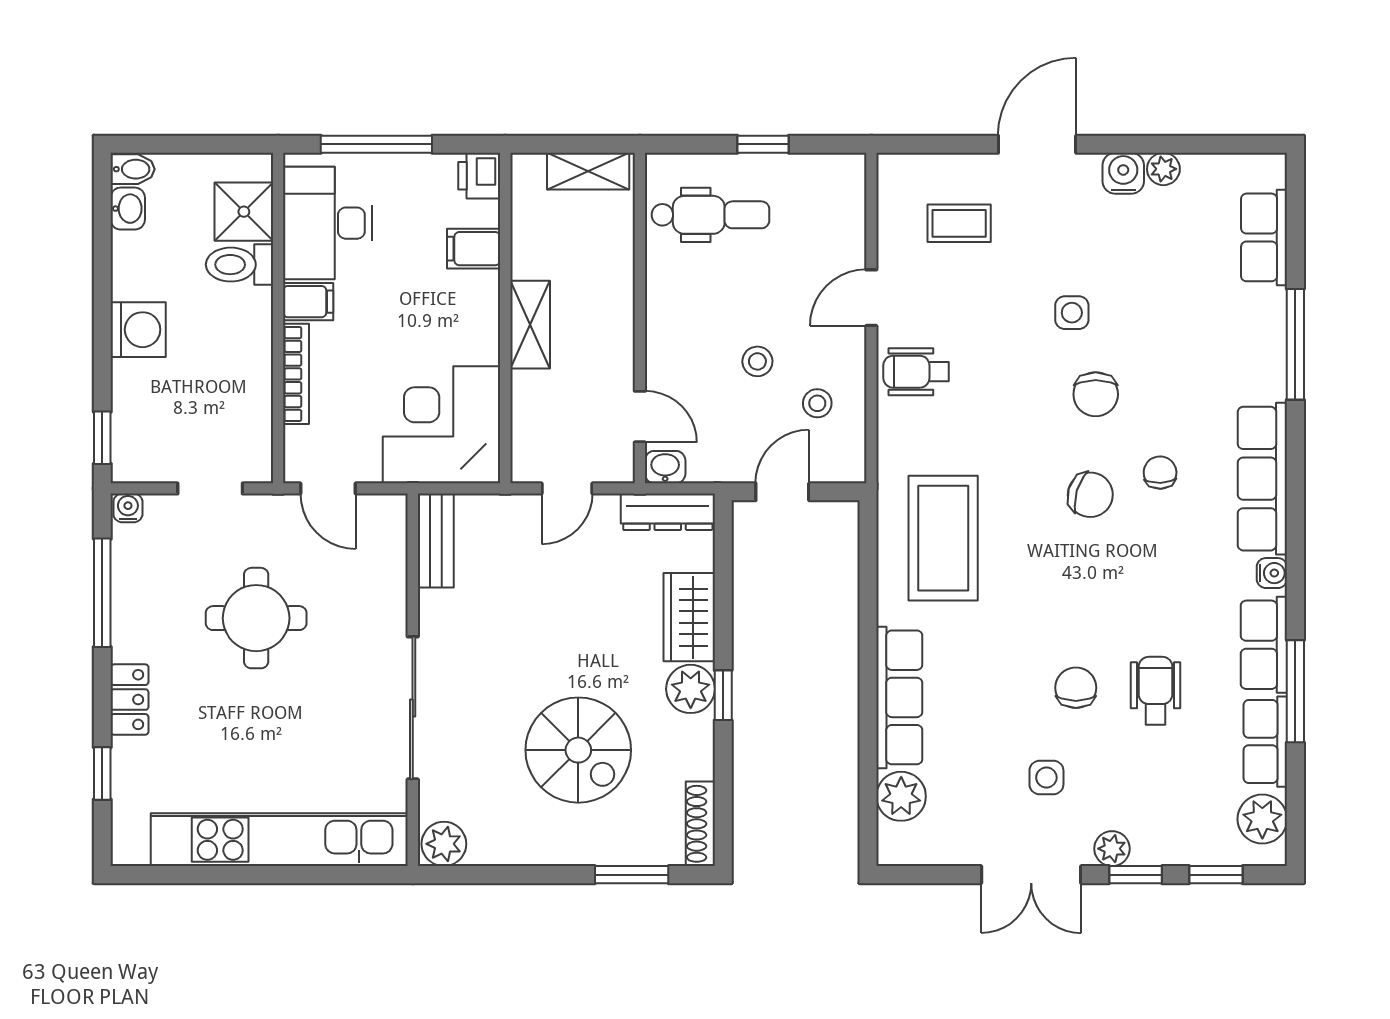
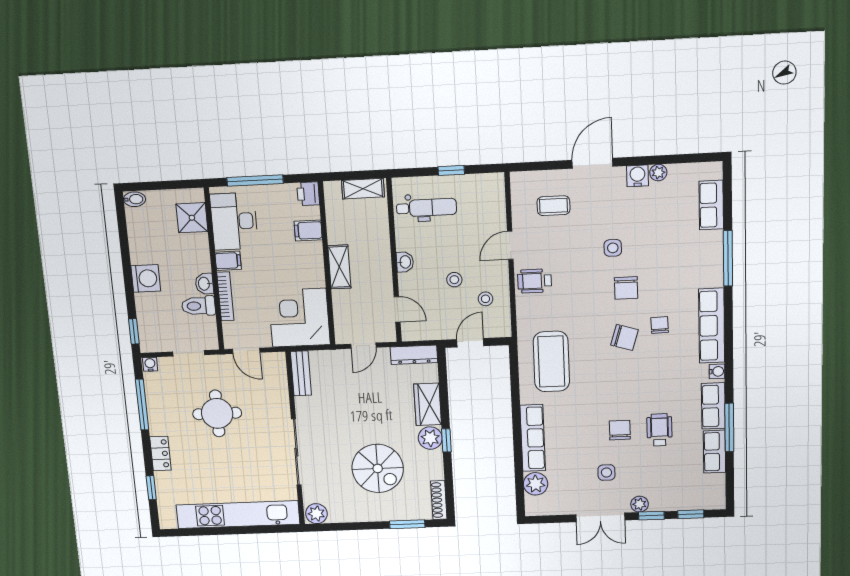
washbasin: (128, 209) -> (204, 284), moved, turned 180
toilet: (240, 265) -> (198, 306), moved
washbasin: (665, 467) -> (405, 262), moved, turned 90
plant: (1262, 819) -> (713, 488), removed

